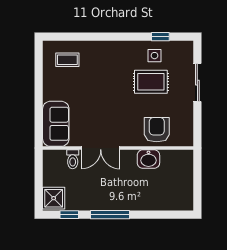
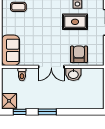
double door: (101, 148) -> (51, 67), moved
window: (110, 215) -> (47, 112), width x0.69

